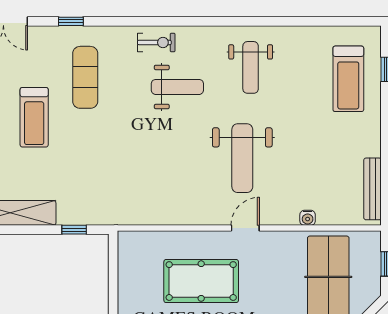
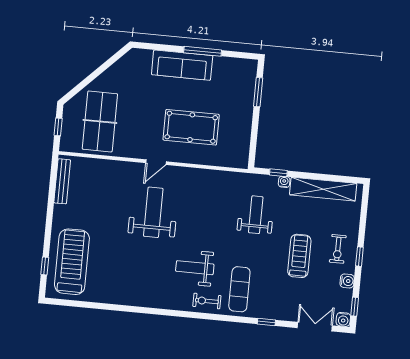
weight bench: (251, 67) -> (256, 215), moved
exercise mat: (85, 77) -> (239, 289), moved
treadmill: (348, 79) -> (72, 262), width x1.37, depth x1.38
water cooler: (308, 218) -> (284, 182), moved

